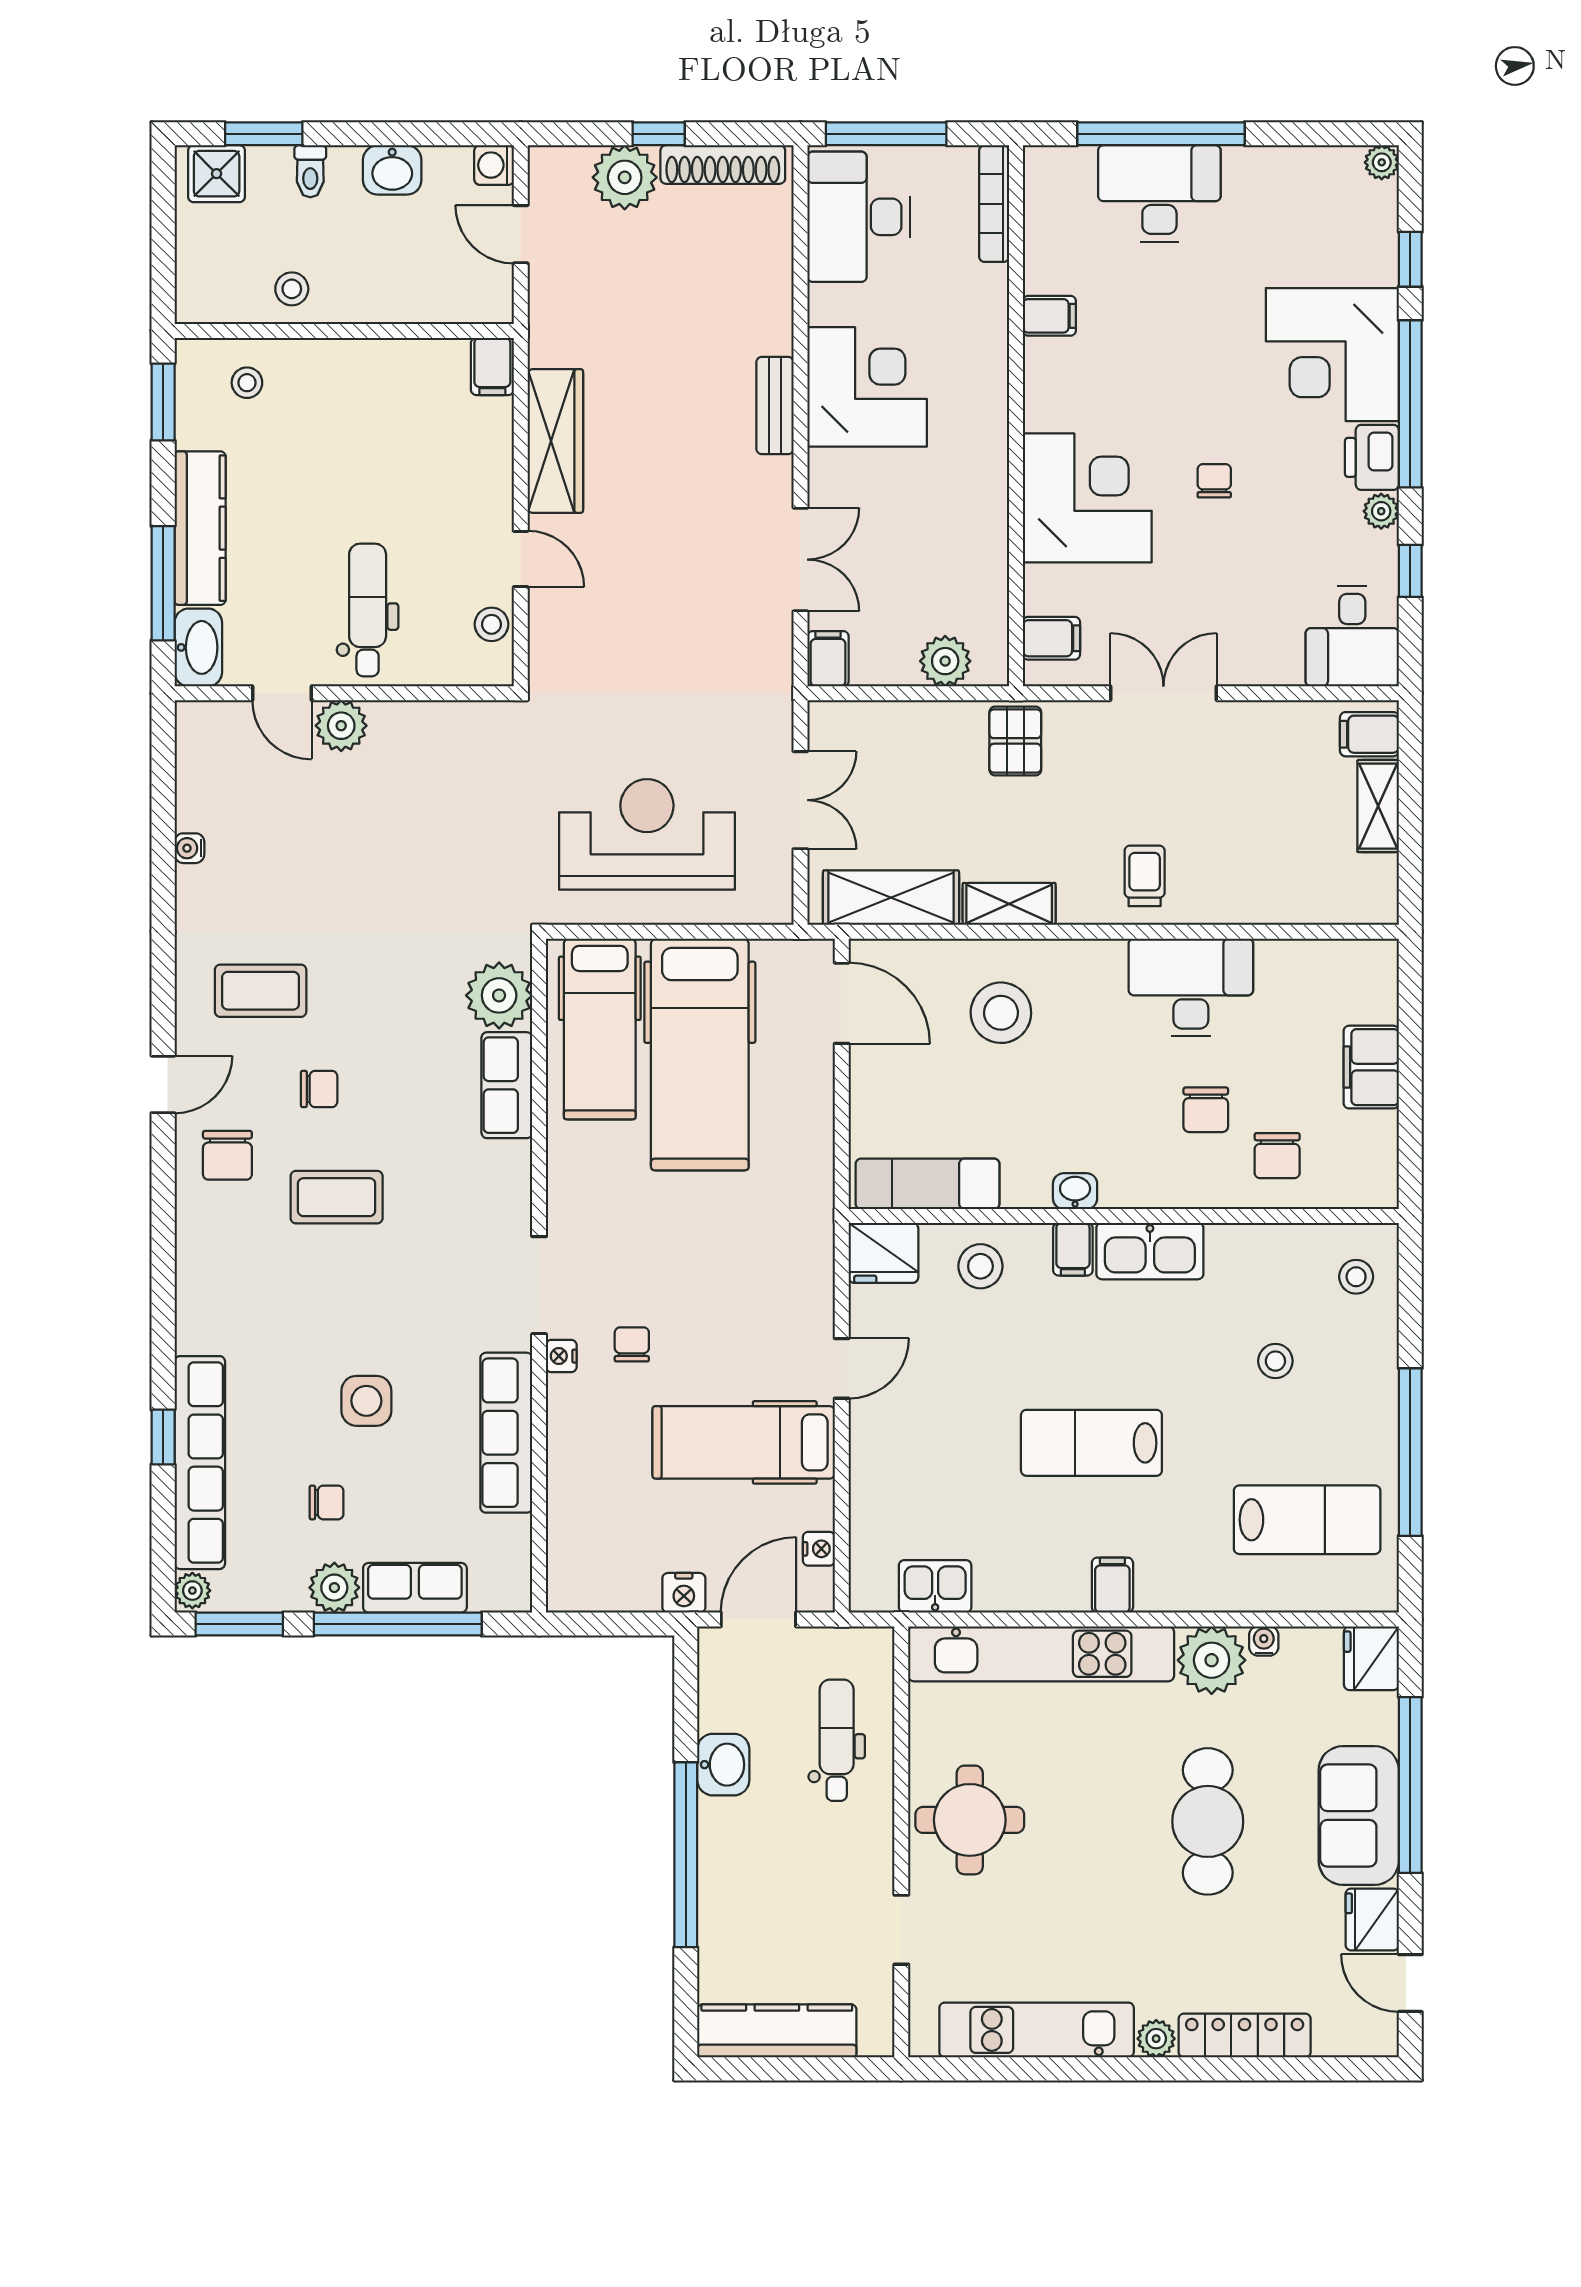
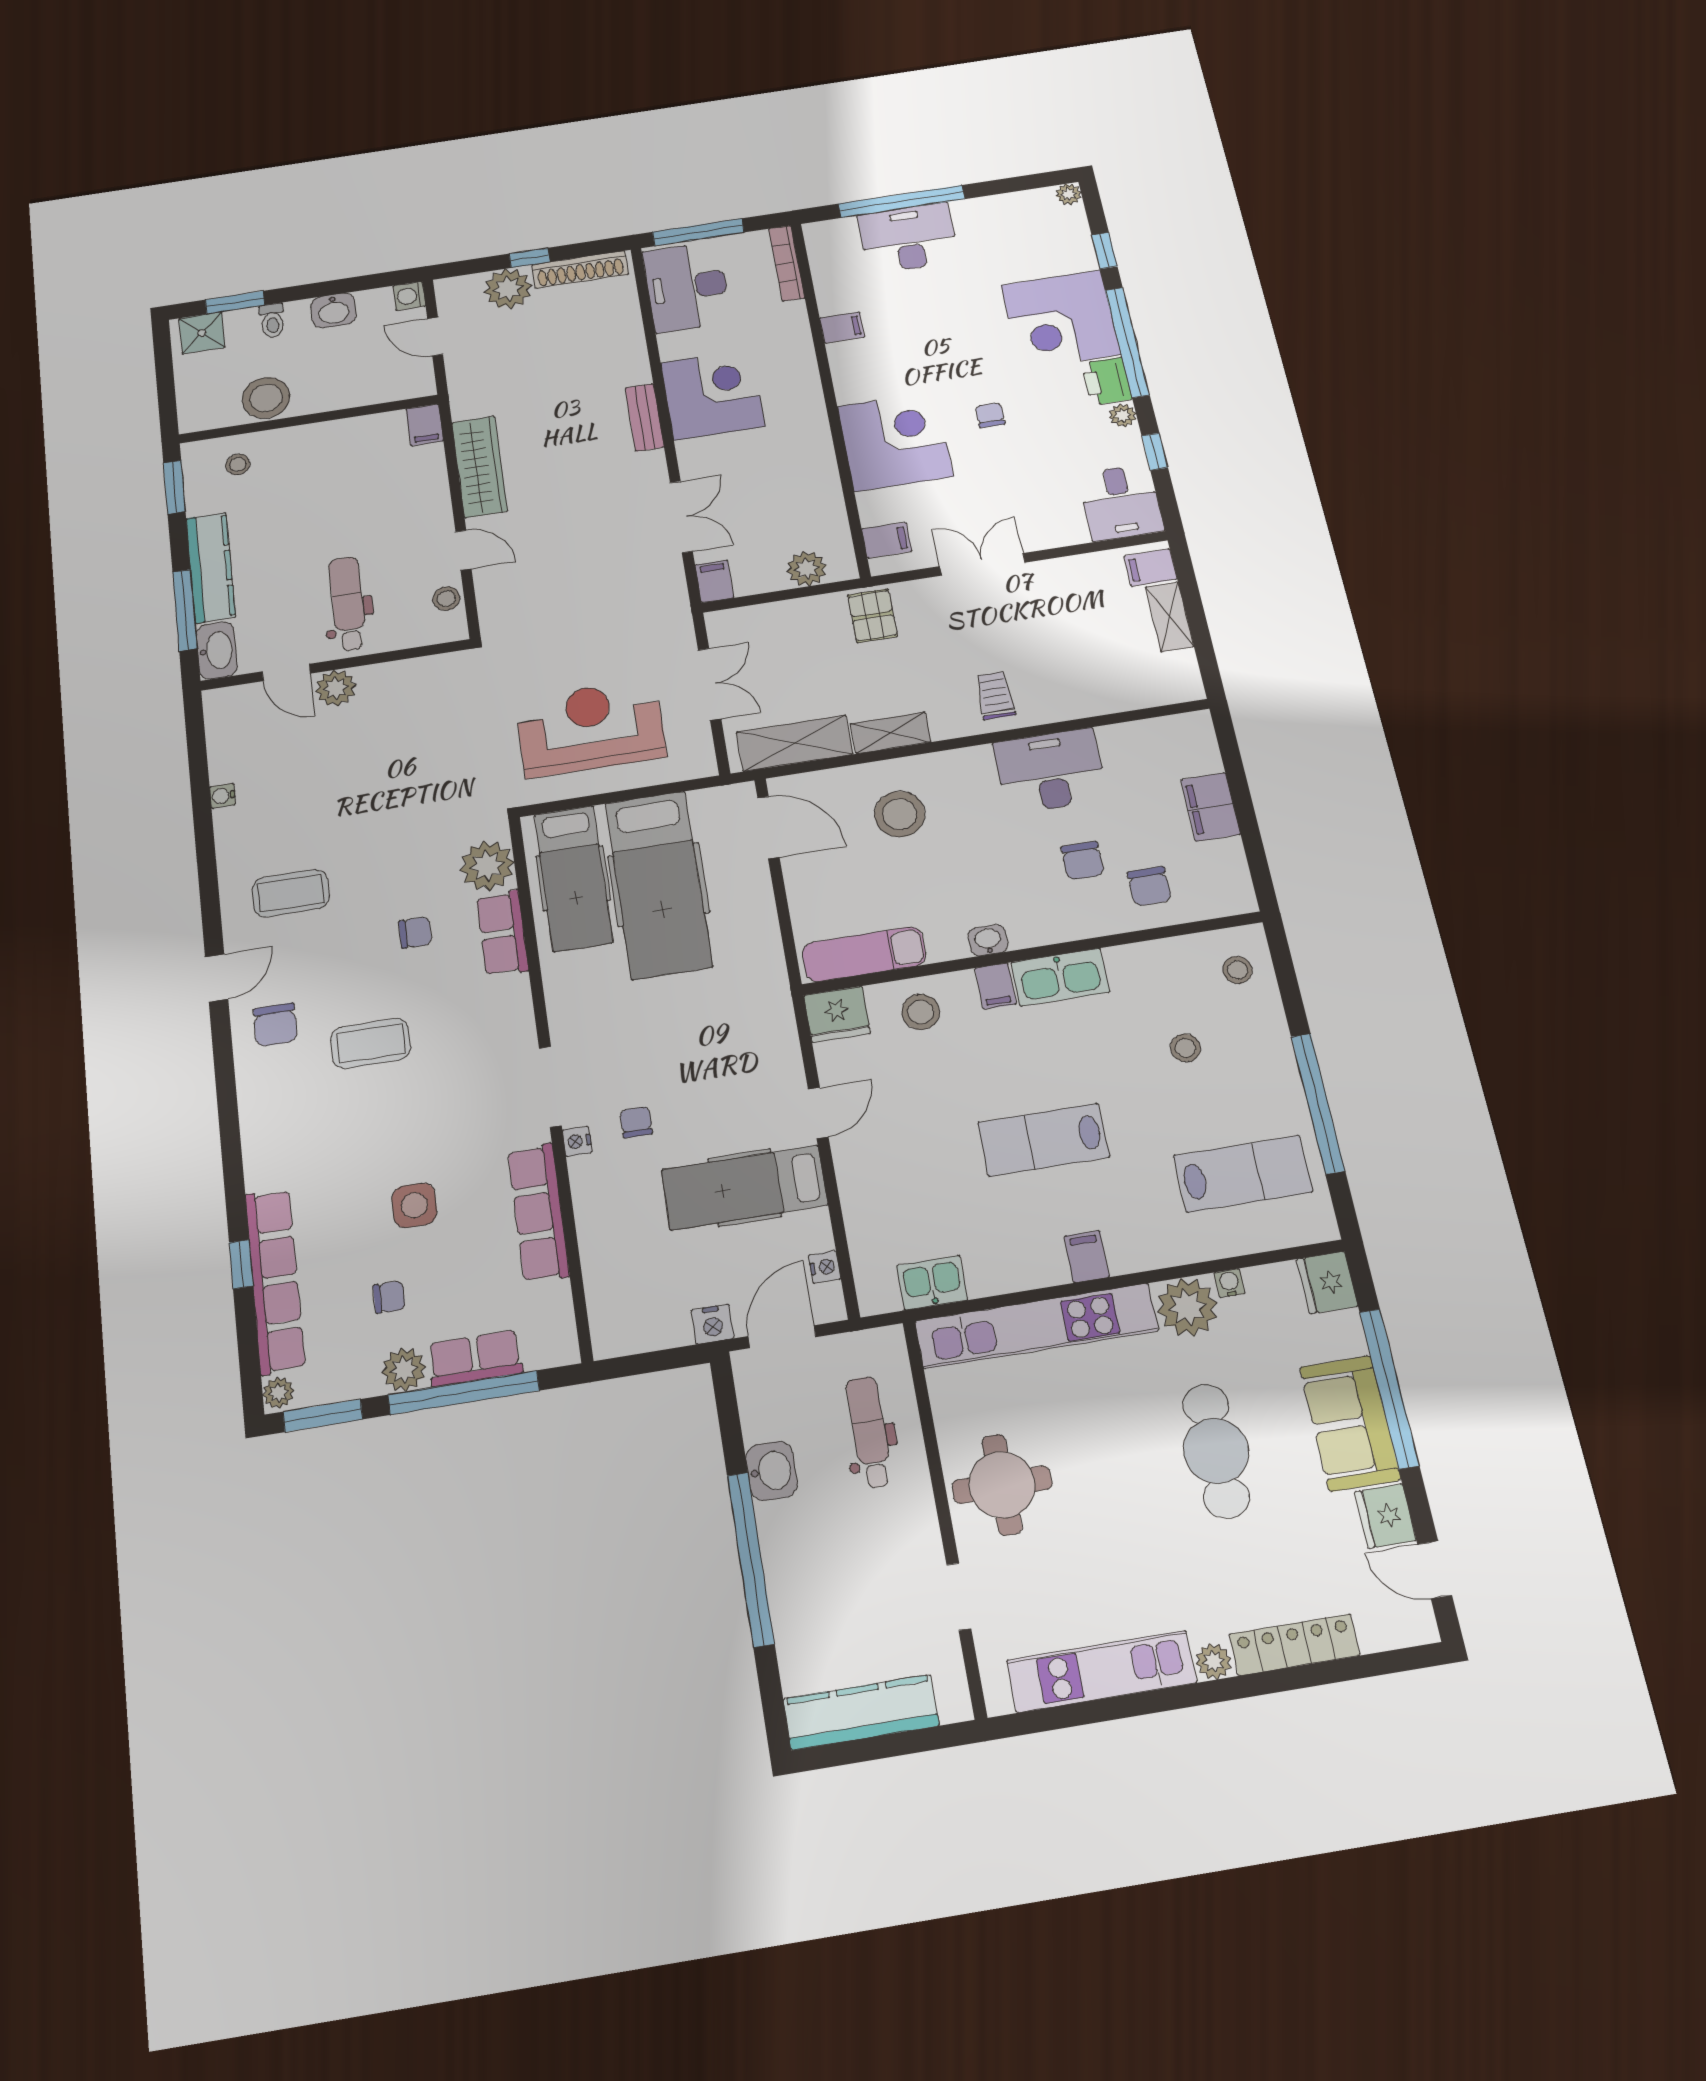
stool: (292, 289) -> (266, 398), width x1.89, depth x1.89
chair: (319, 1089) -> (415, 932), moved

